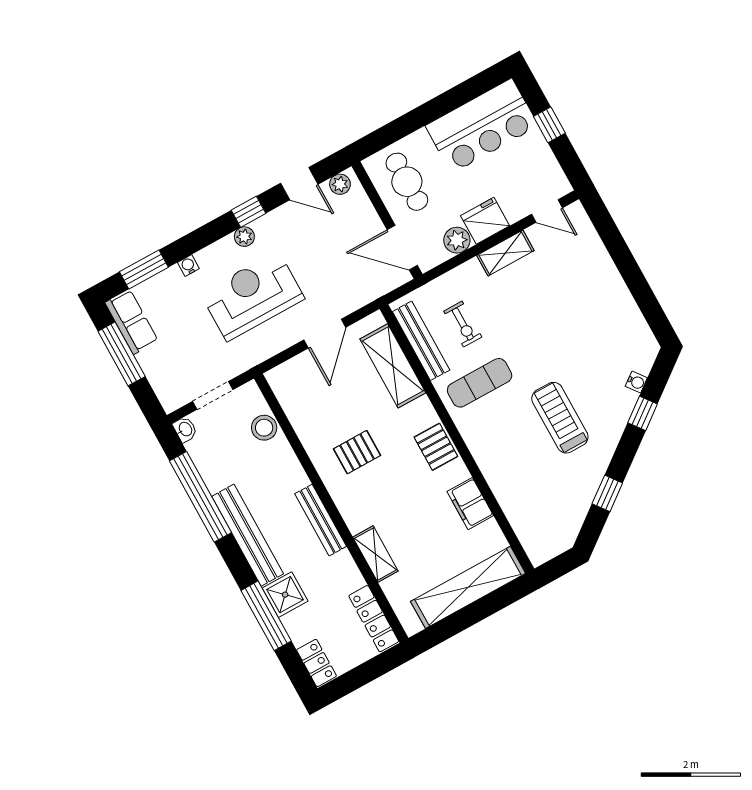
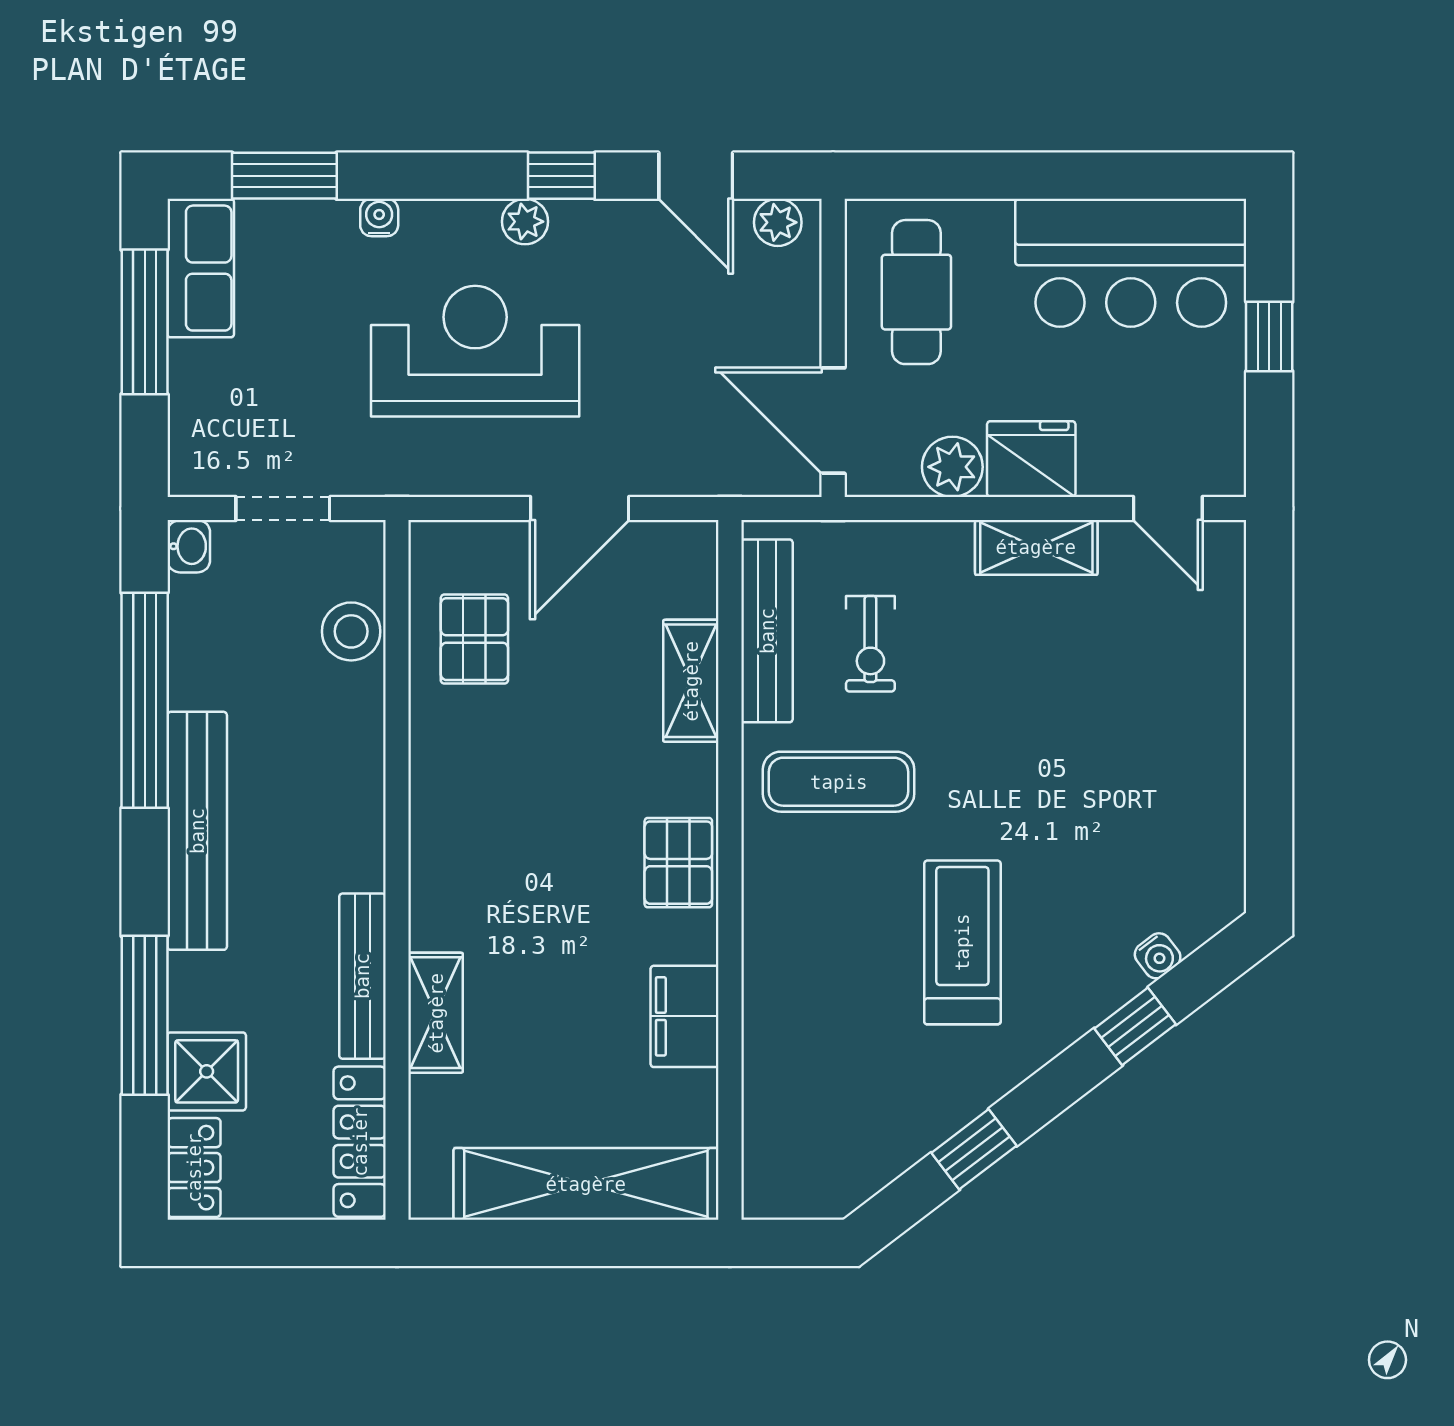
shelving: (393, 366) -> (691, 681), width x0.67, depth x0.75
pallet: (357, 452) -> (474, 639), moved, turned 90
bench: (321, 520) -> (362, 976), moved
shower: (285, 595) -> (207, 1071), moved

